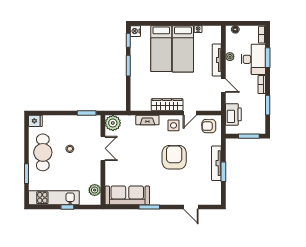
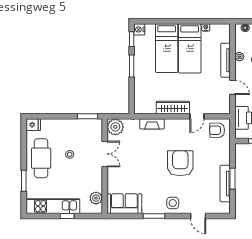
side table: (173, 125) -> (173, 203), moved
tv unit: (216, 163) -> (225, 184), moved
sofa: (127, 195) -> (124, 204), width x0.73

